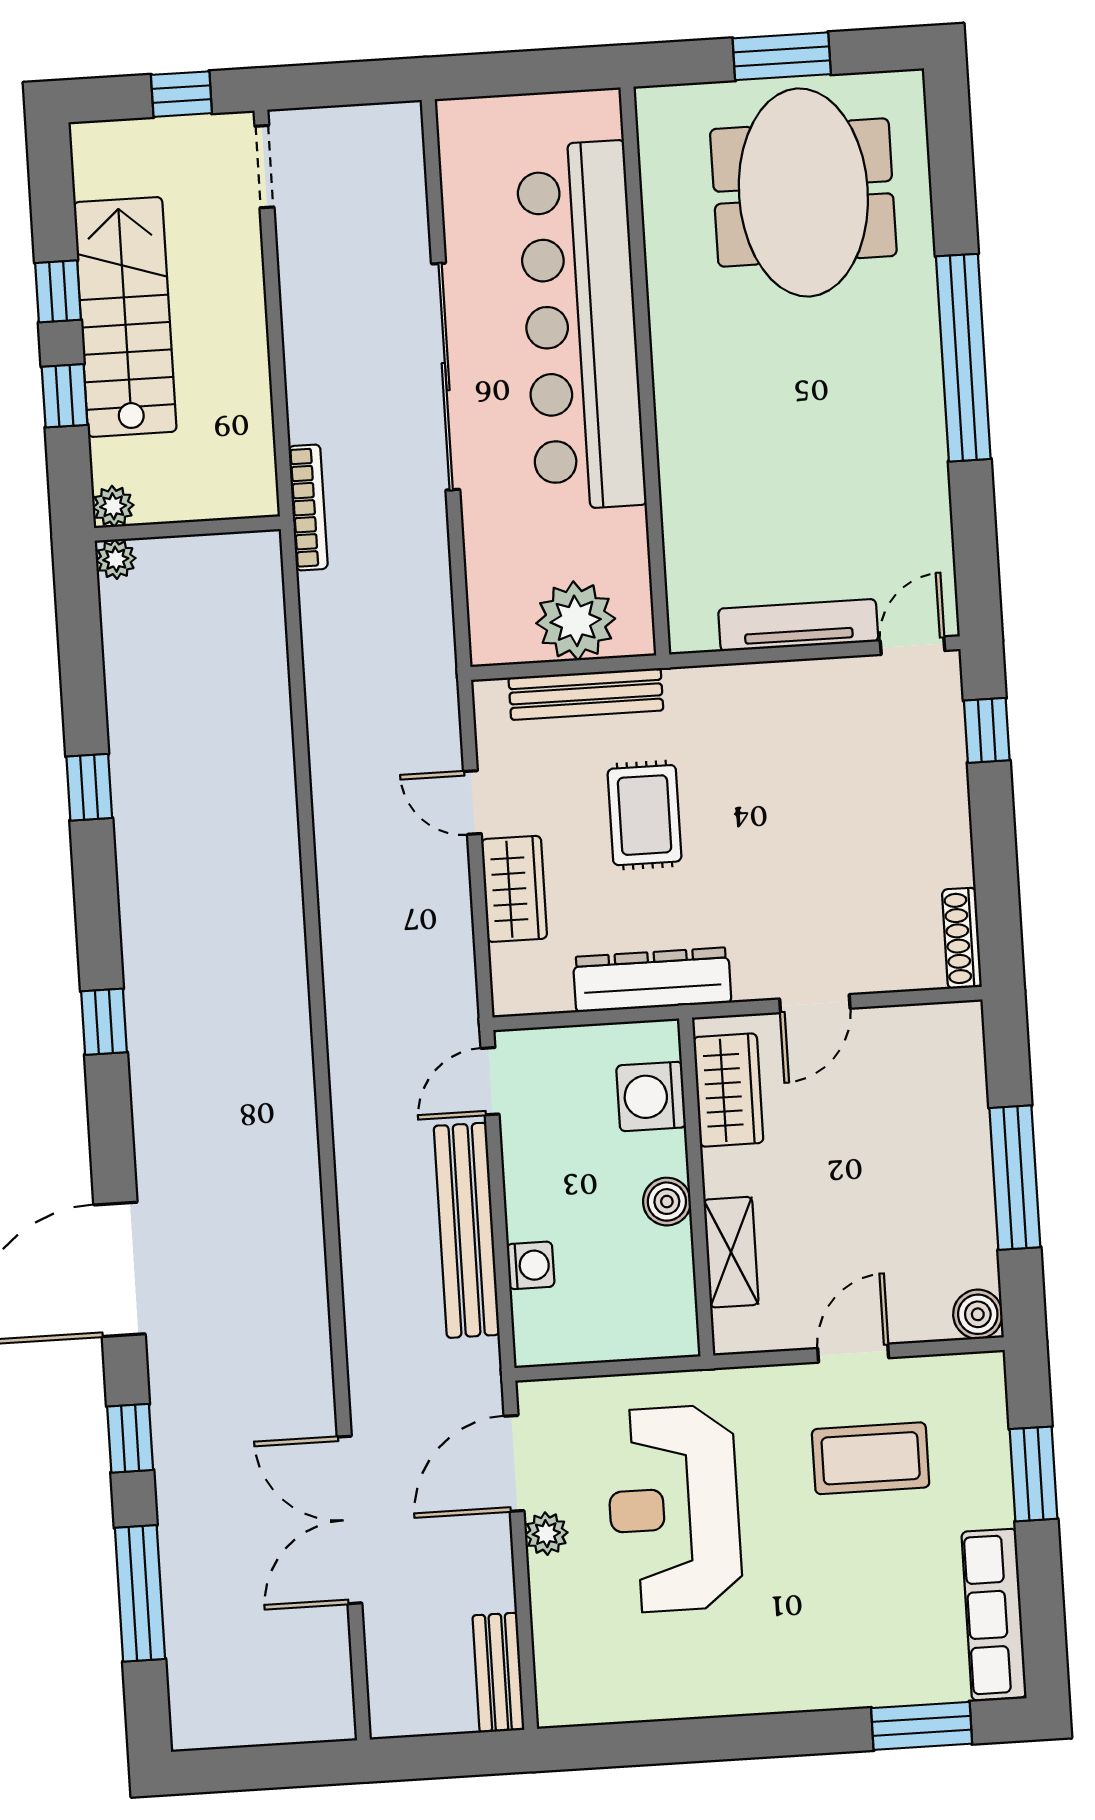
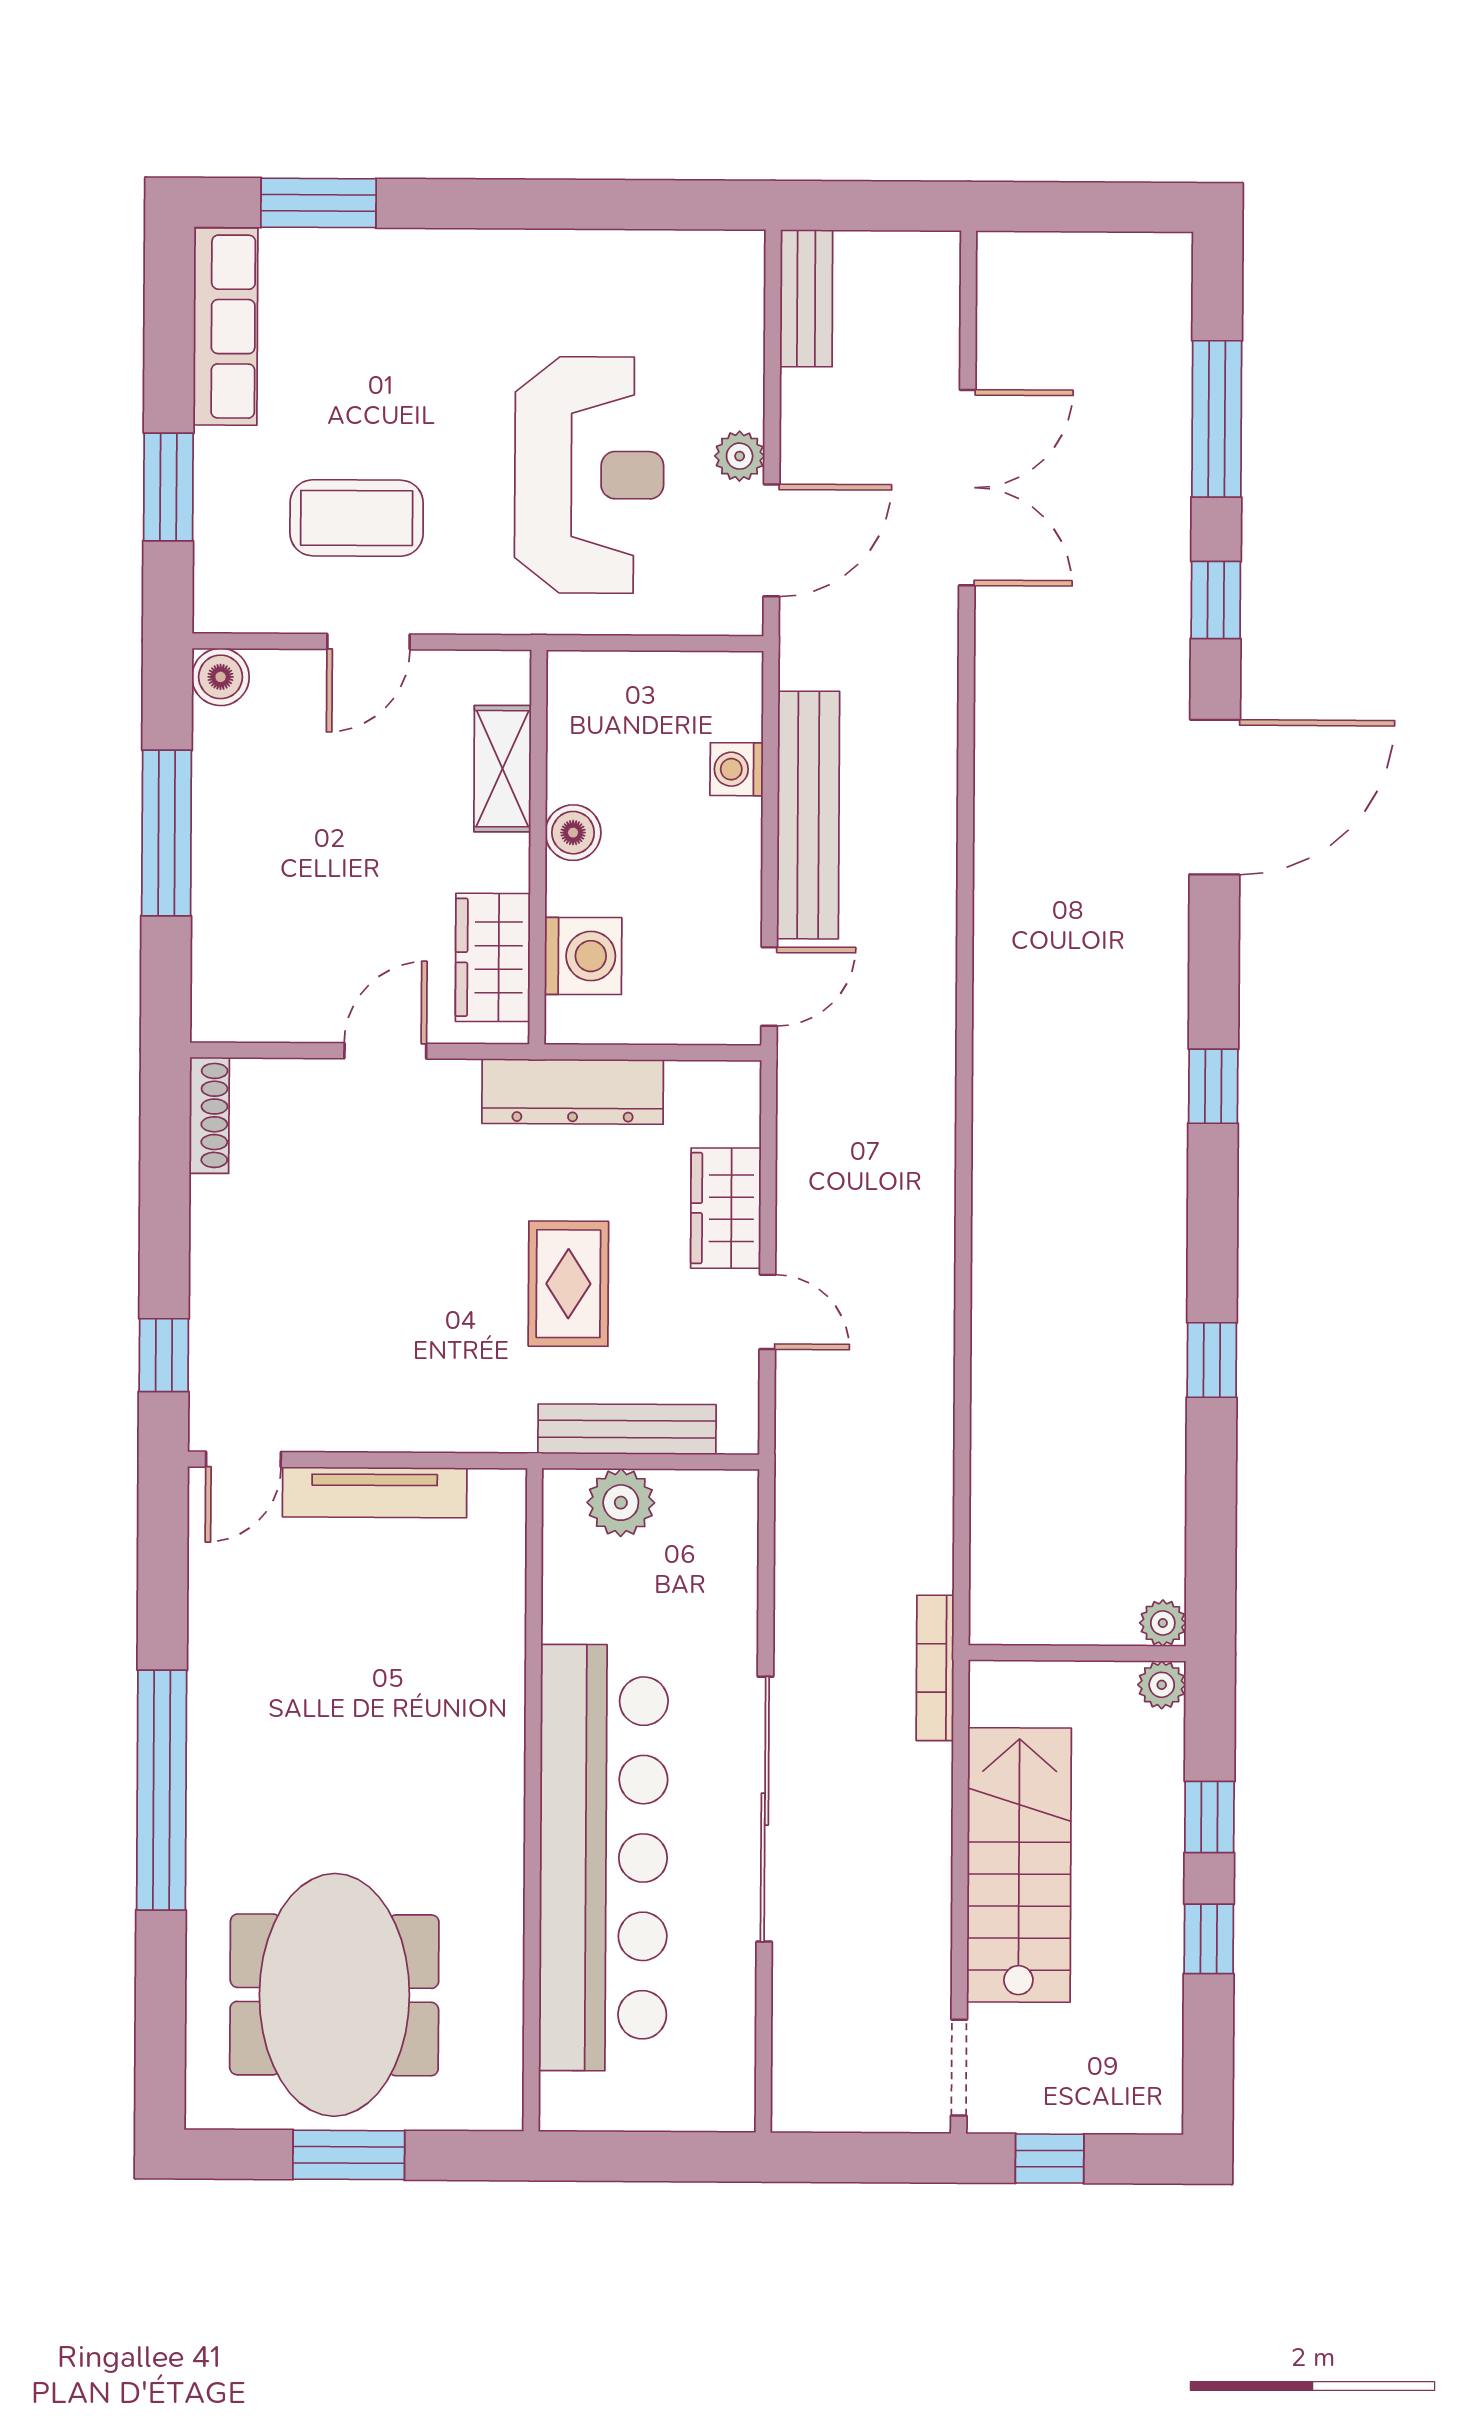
stairs: (125, 317) -> (1019, 1865), moved, turned 180
plant: (576, 621) -> (621, 1503), width x0.73, depth x0.73

